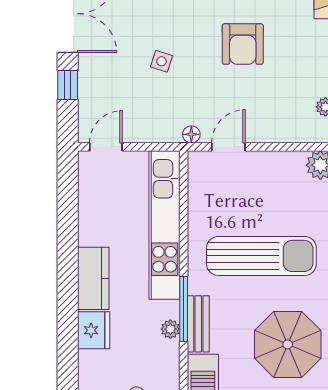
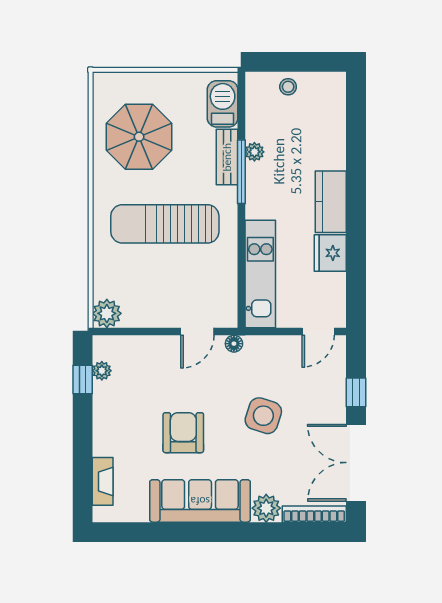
side table: (161, 61) -> (263, 416), width x1.87, depth x1.87
kitchen unit: (165, 225) -> (260, 274), width x0.73
fridge: (94, 330) -> (330, 253), moved

